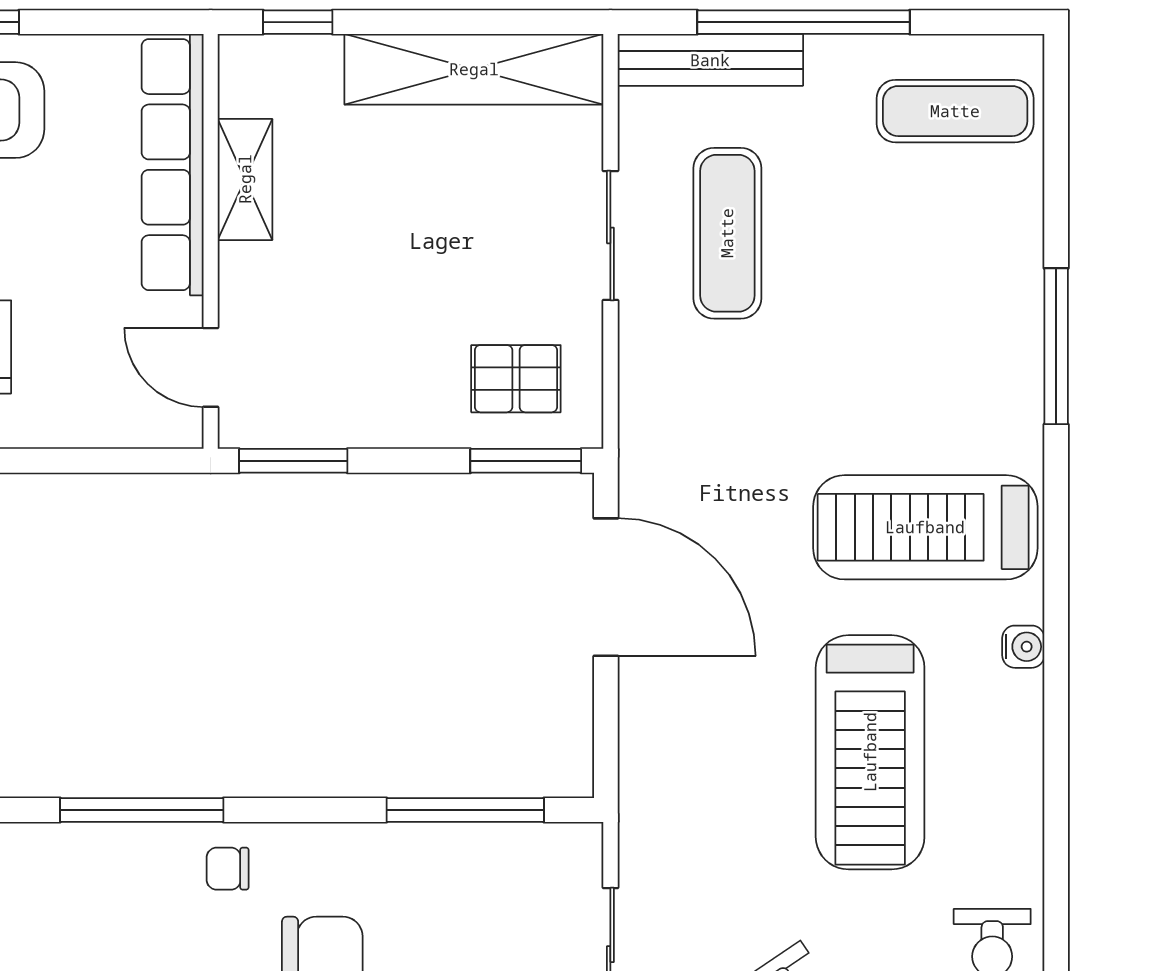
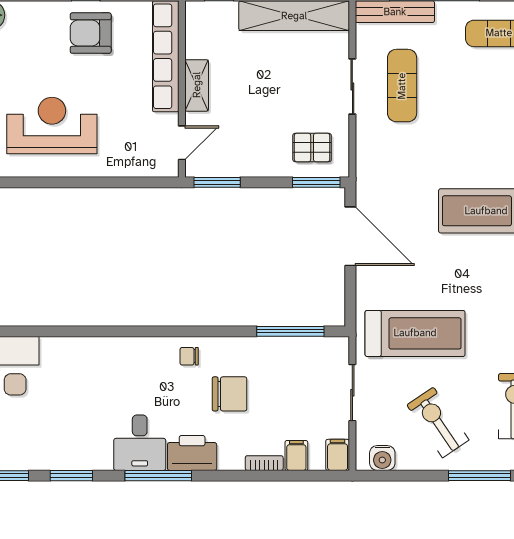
shelving: (245, 179) -> (197, 85), moved
door: (211, 367) -> (182, 143), swing flipped
treadmill: (870, 752) -> (415, 333), moved, turned -90
window: (142, 810) -> (153, 331), removed

